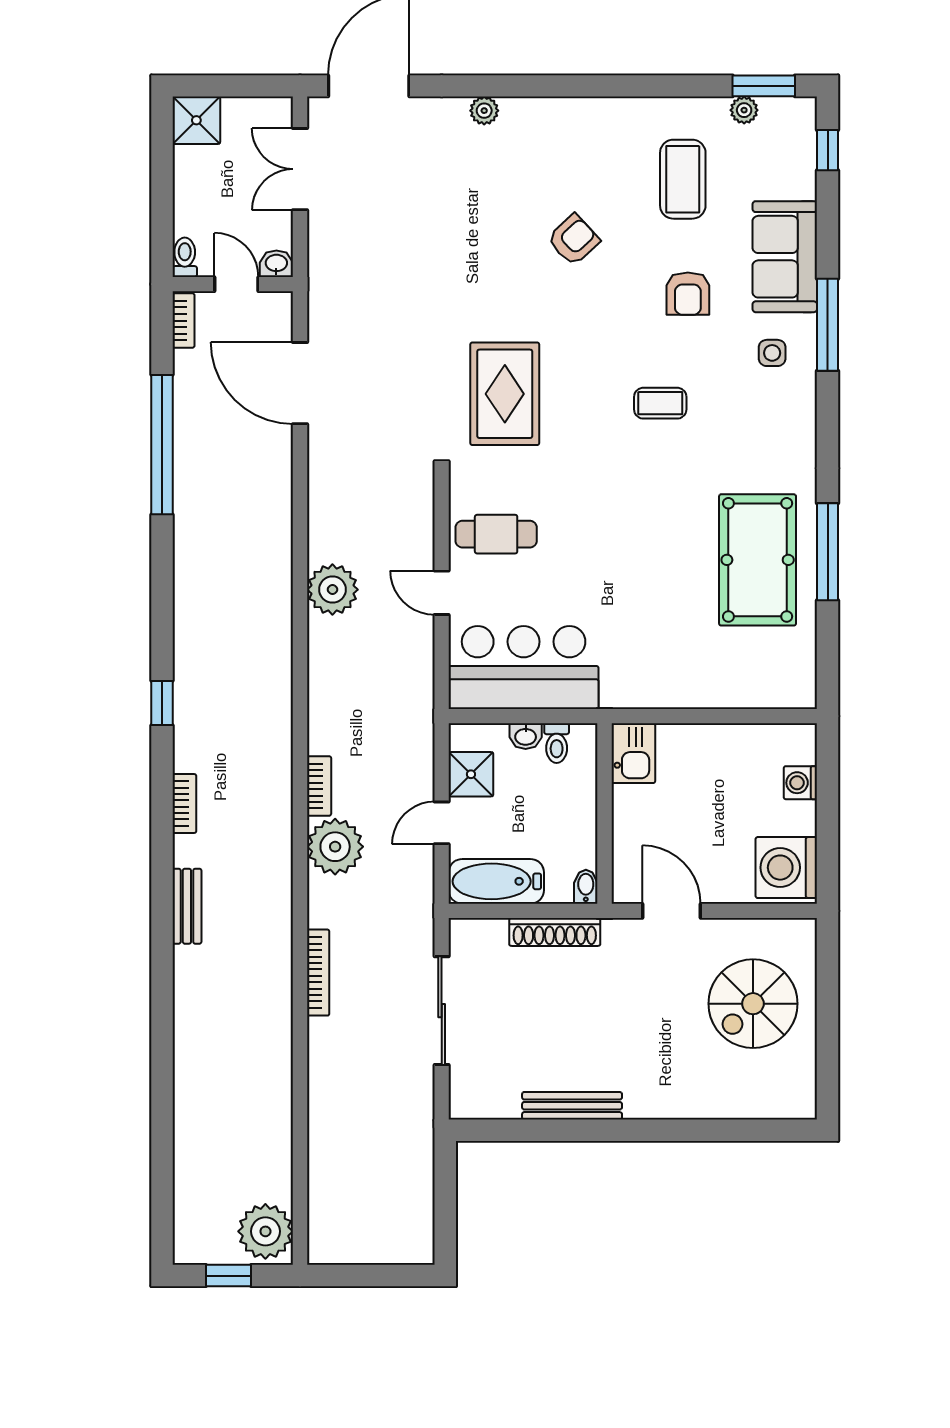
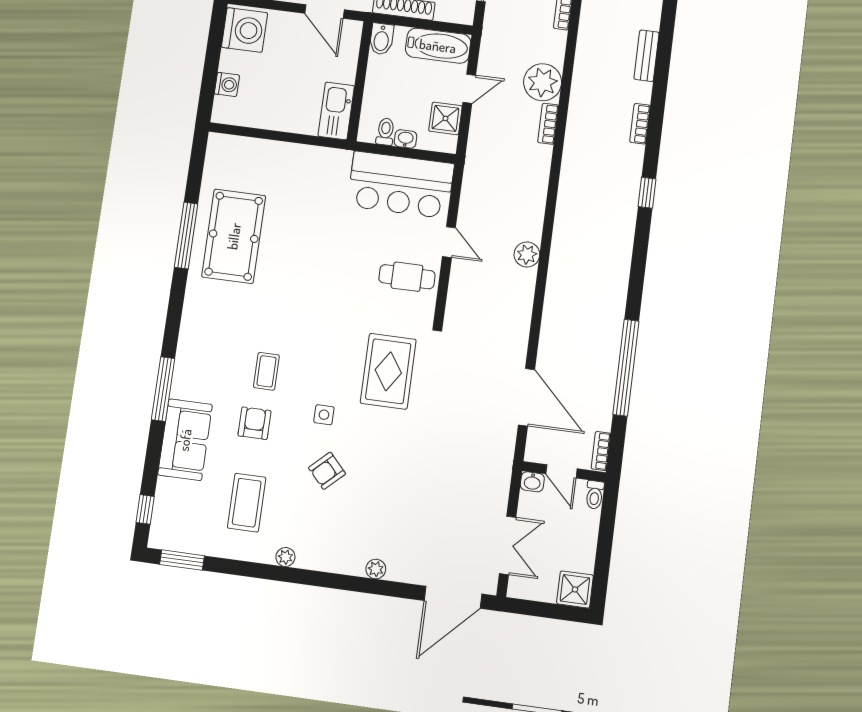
plant: (744, 110) -> (285, 557), moved
side table: (772, 353) -> (324, 415), moved
coffee table: (660, 403) -> (266, 371), moved, turned 90
plant: (332, 590) -> (527, 255), width x0.73, depth x0.73
kitchen sink: (633, 753) -> (336, 111), width x1.38
bidet: (586, 887) -> (381, 39), width x1.38, depth x1.36

